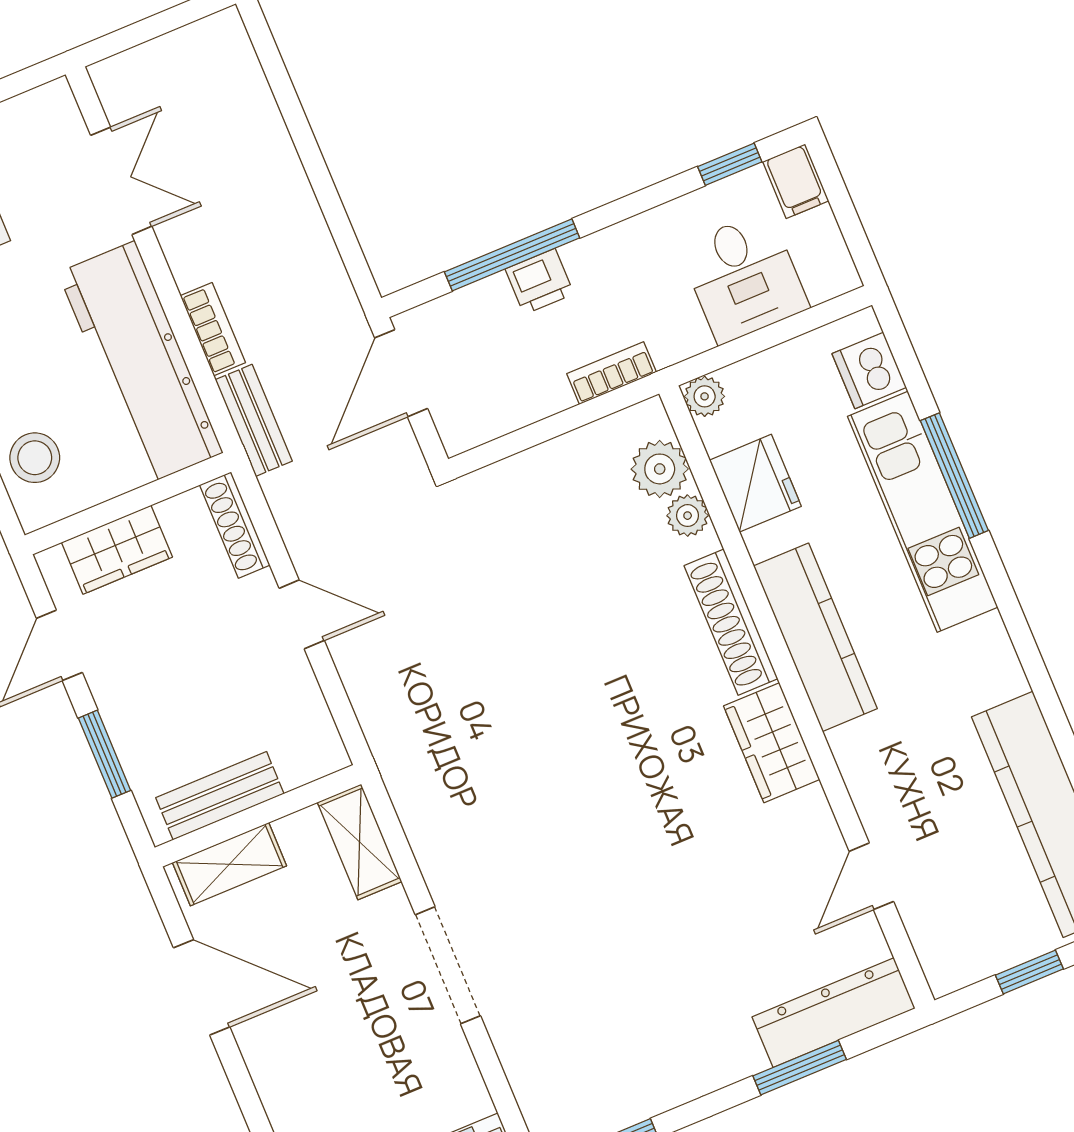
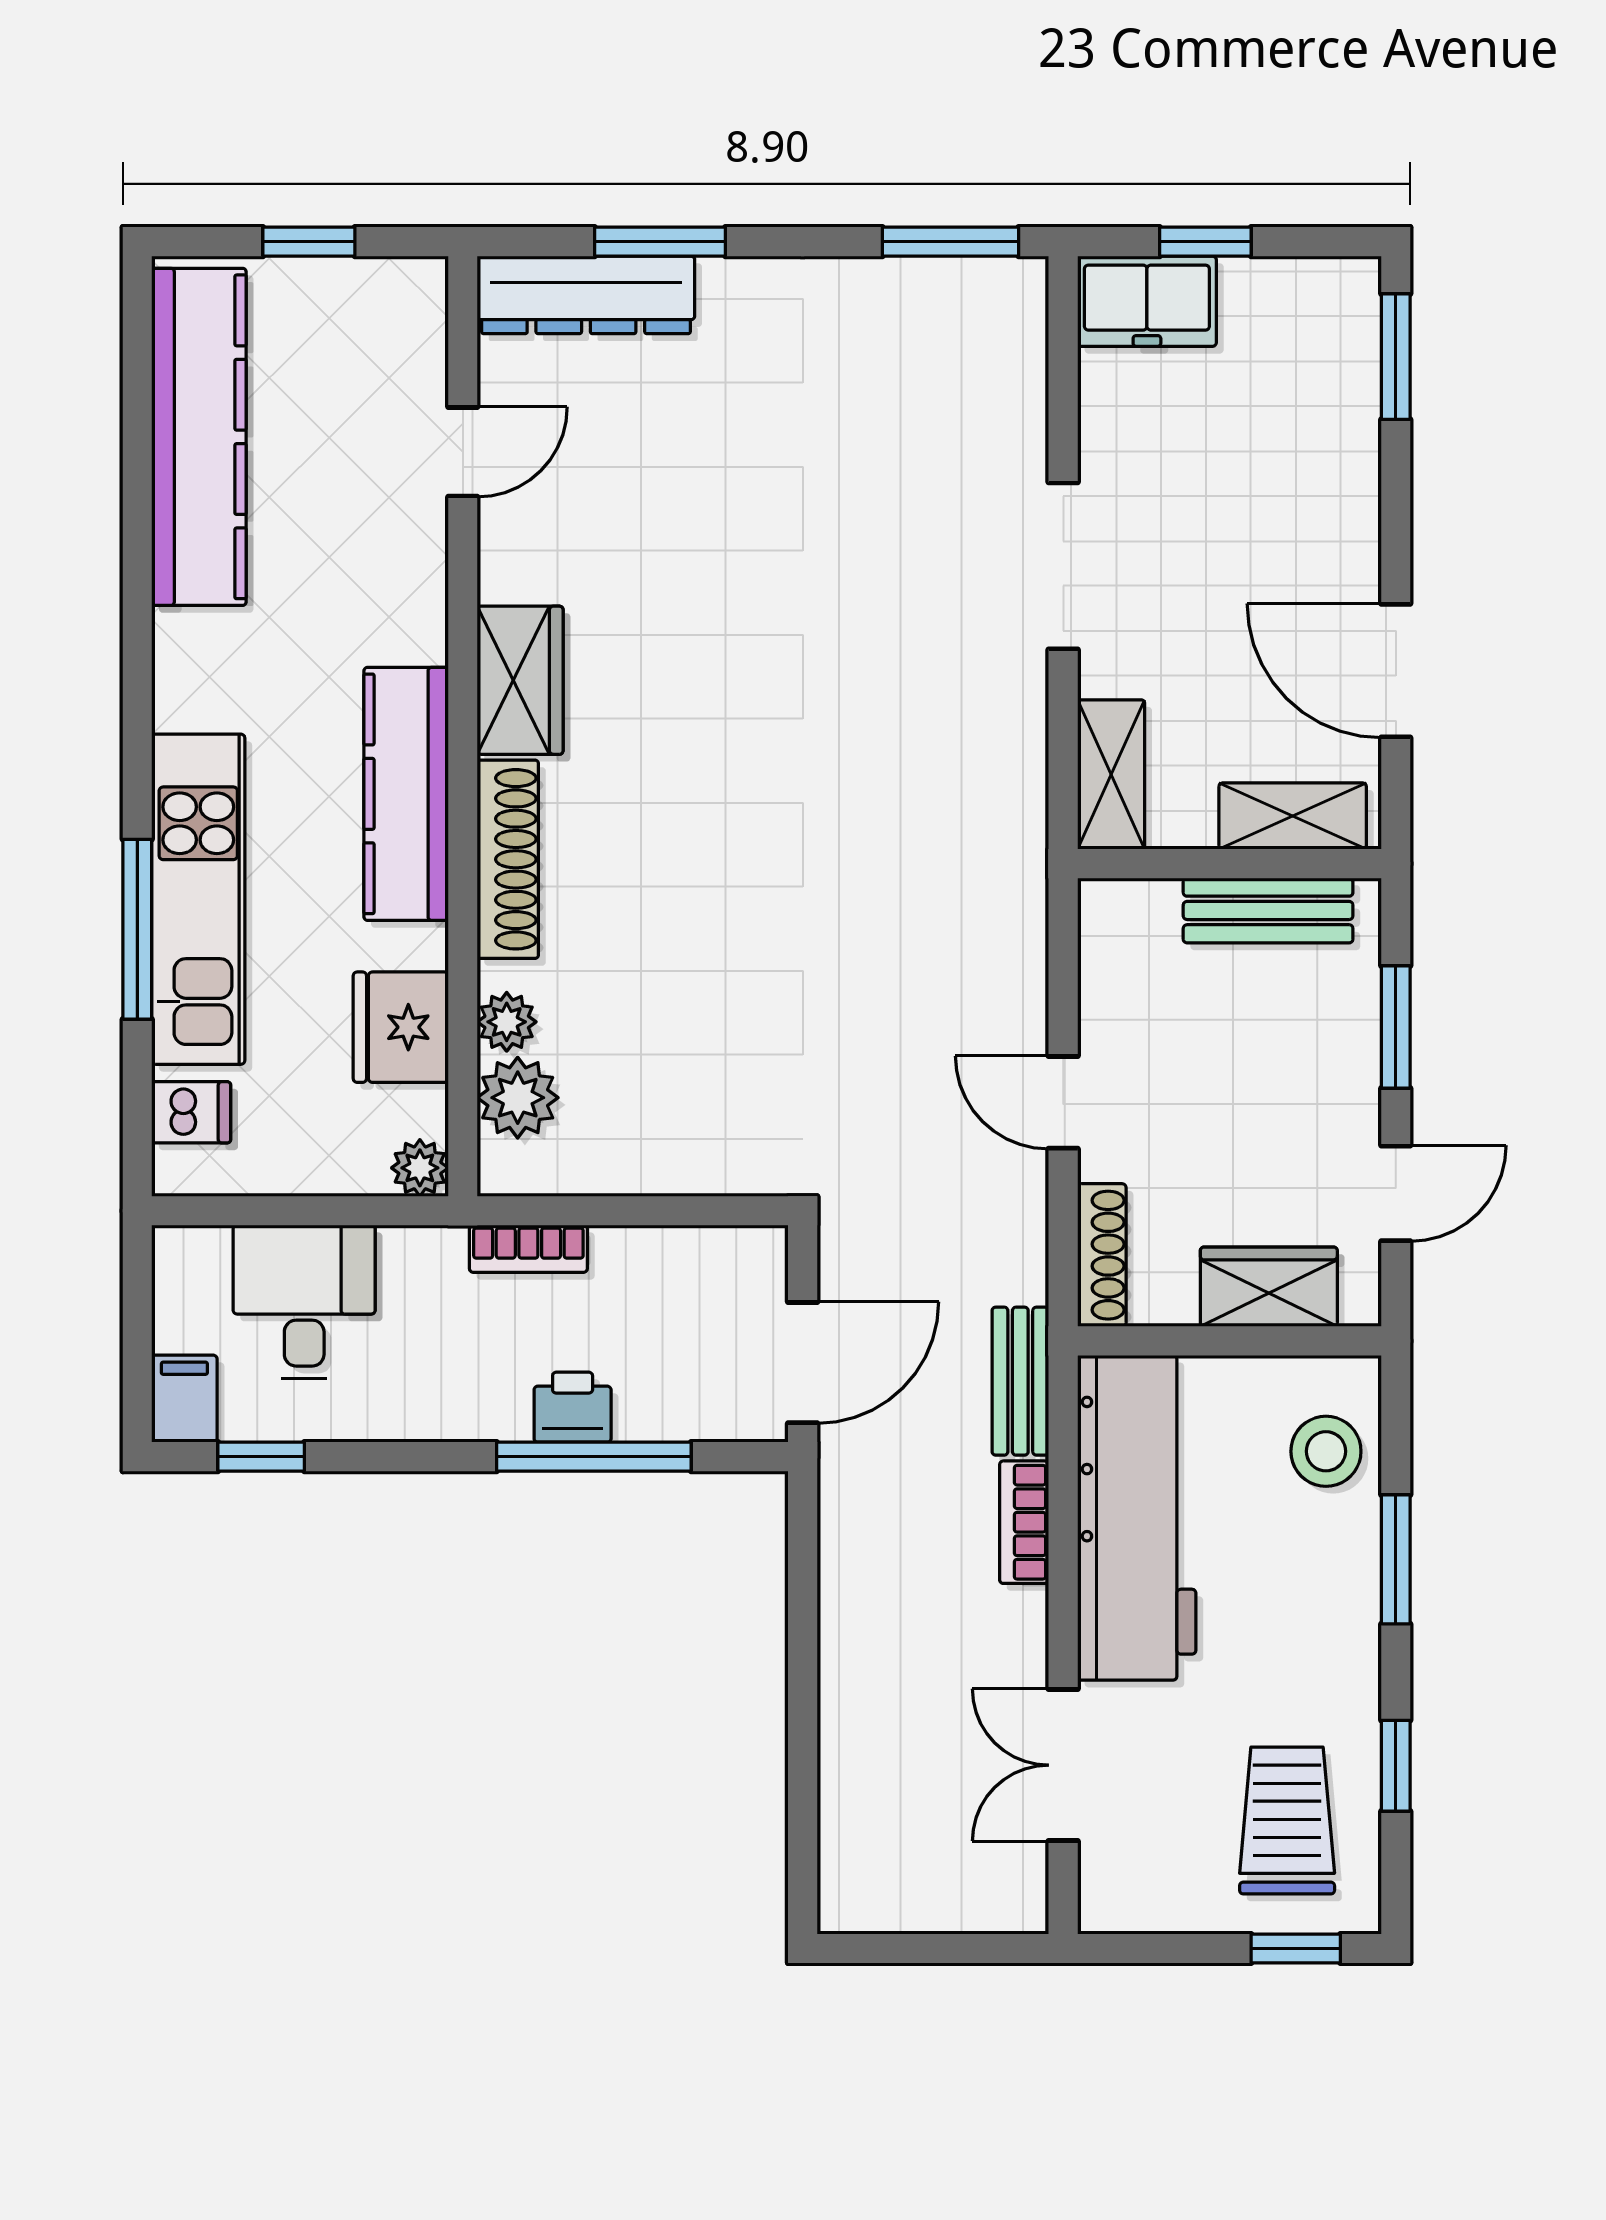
dishwasher: (869, 370) -> (191, 1112), width x0.73

